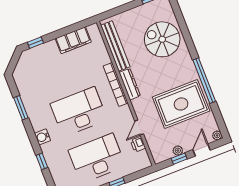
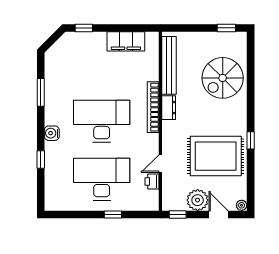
spiral stairs: (162, 39) -> (223, 78), turned -90
window: (204, 81) -> (251, 140), width x0.32
dresser: (130, 84) -> (169, 108), width x0.70
door: (202, 150) -> (219, 214), hinge flipped
plant: (178, 151) -> (198, 200), width x1.88, depth x1.88
window: (179, 159) -> (178, 214), moved

